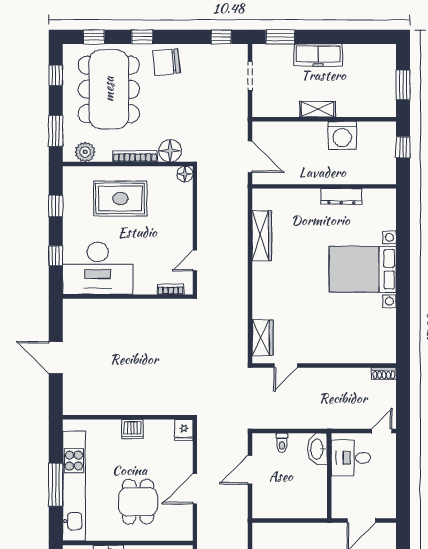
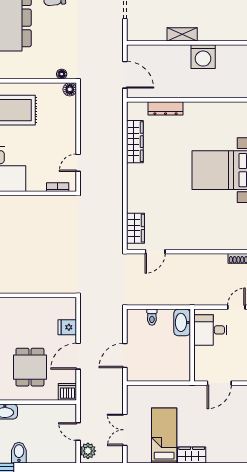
floor lamp: (170, 151) -> (62, 74), width x0.53, depth x0.53
bookcase: (135, 156) -> (27, 74), removed
dresser: (341, 196) -> (165, 108), moved
dishwasher: (132, 429) -> (67, 392), moved, turned 180
fridge: (184, 430) -> (67, 327), moved, turned 90
door: (250, 470) -> (125, 355), moved

